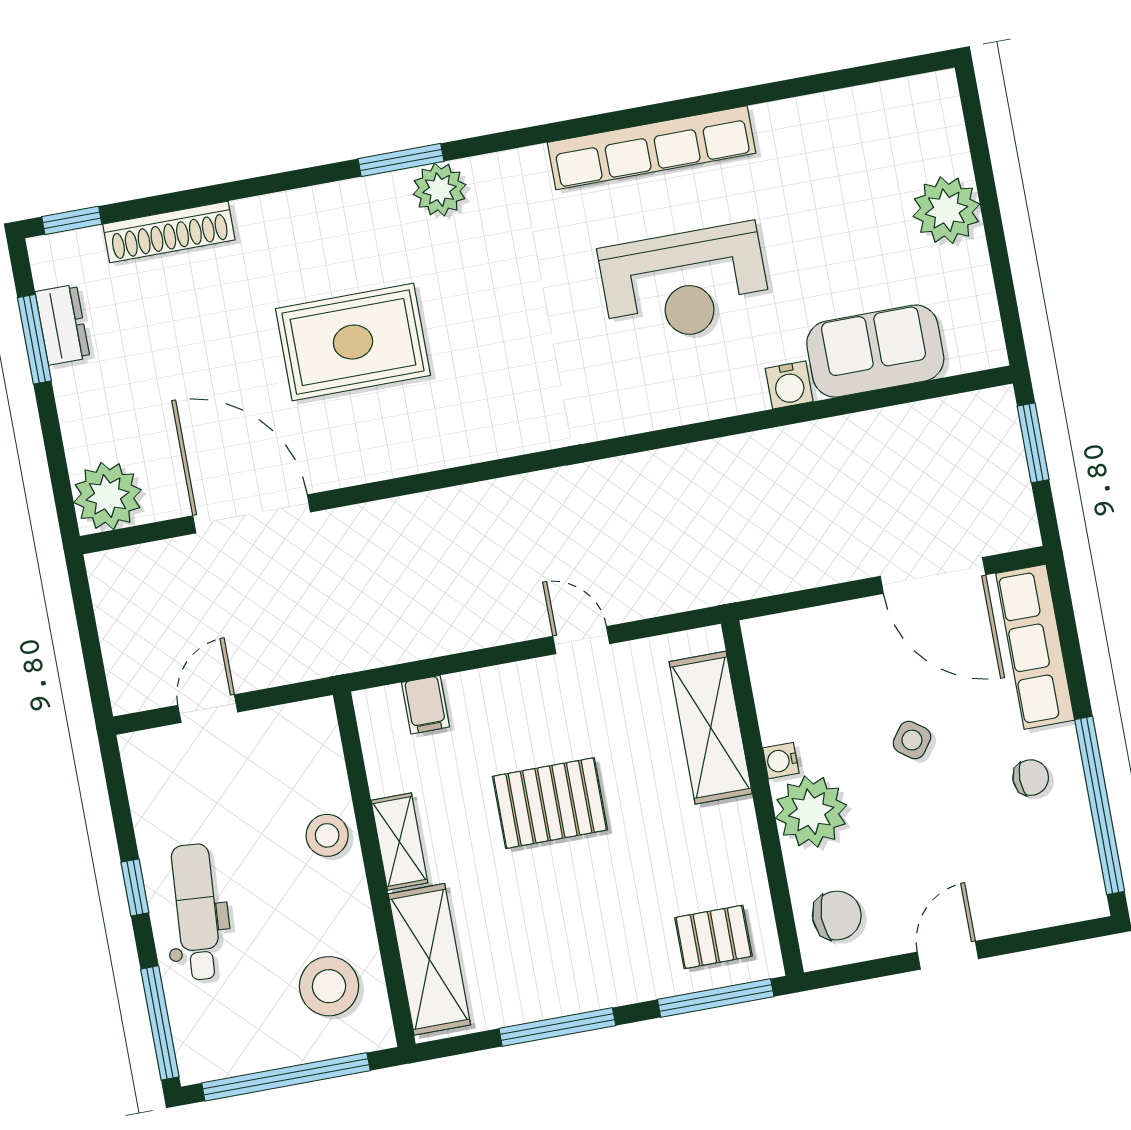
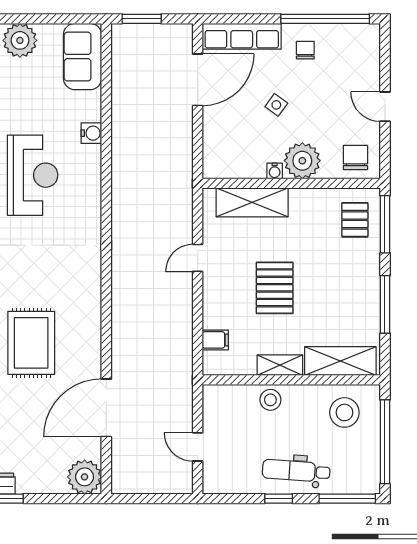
sofa: (875, 351) -> (83, 57), moved

